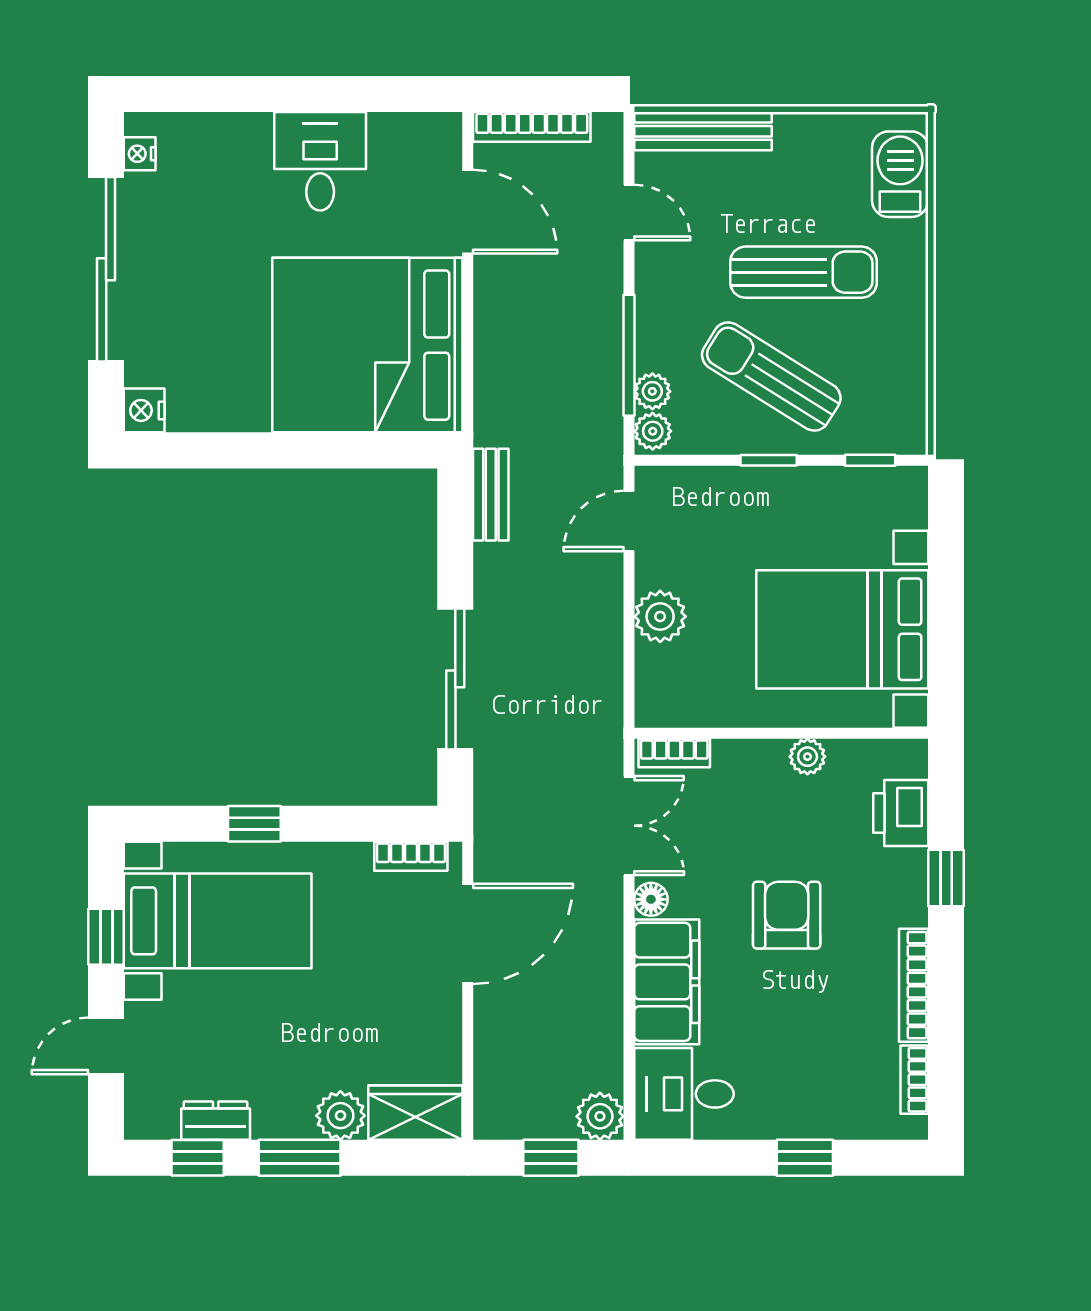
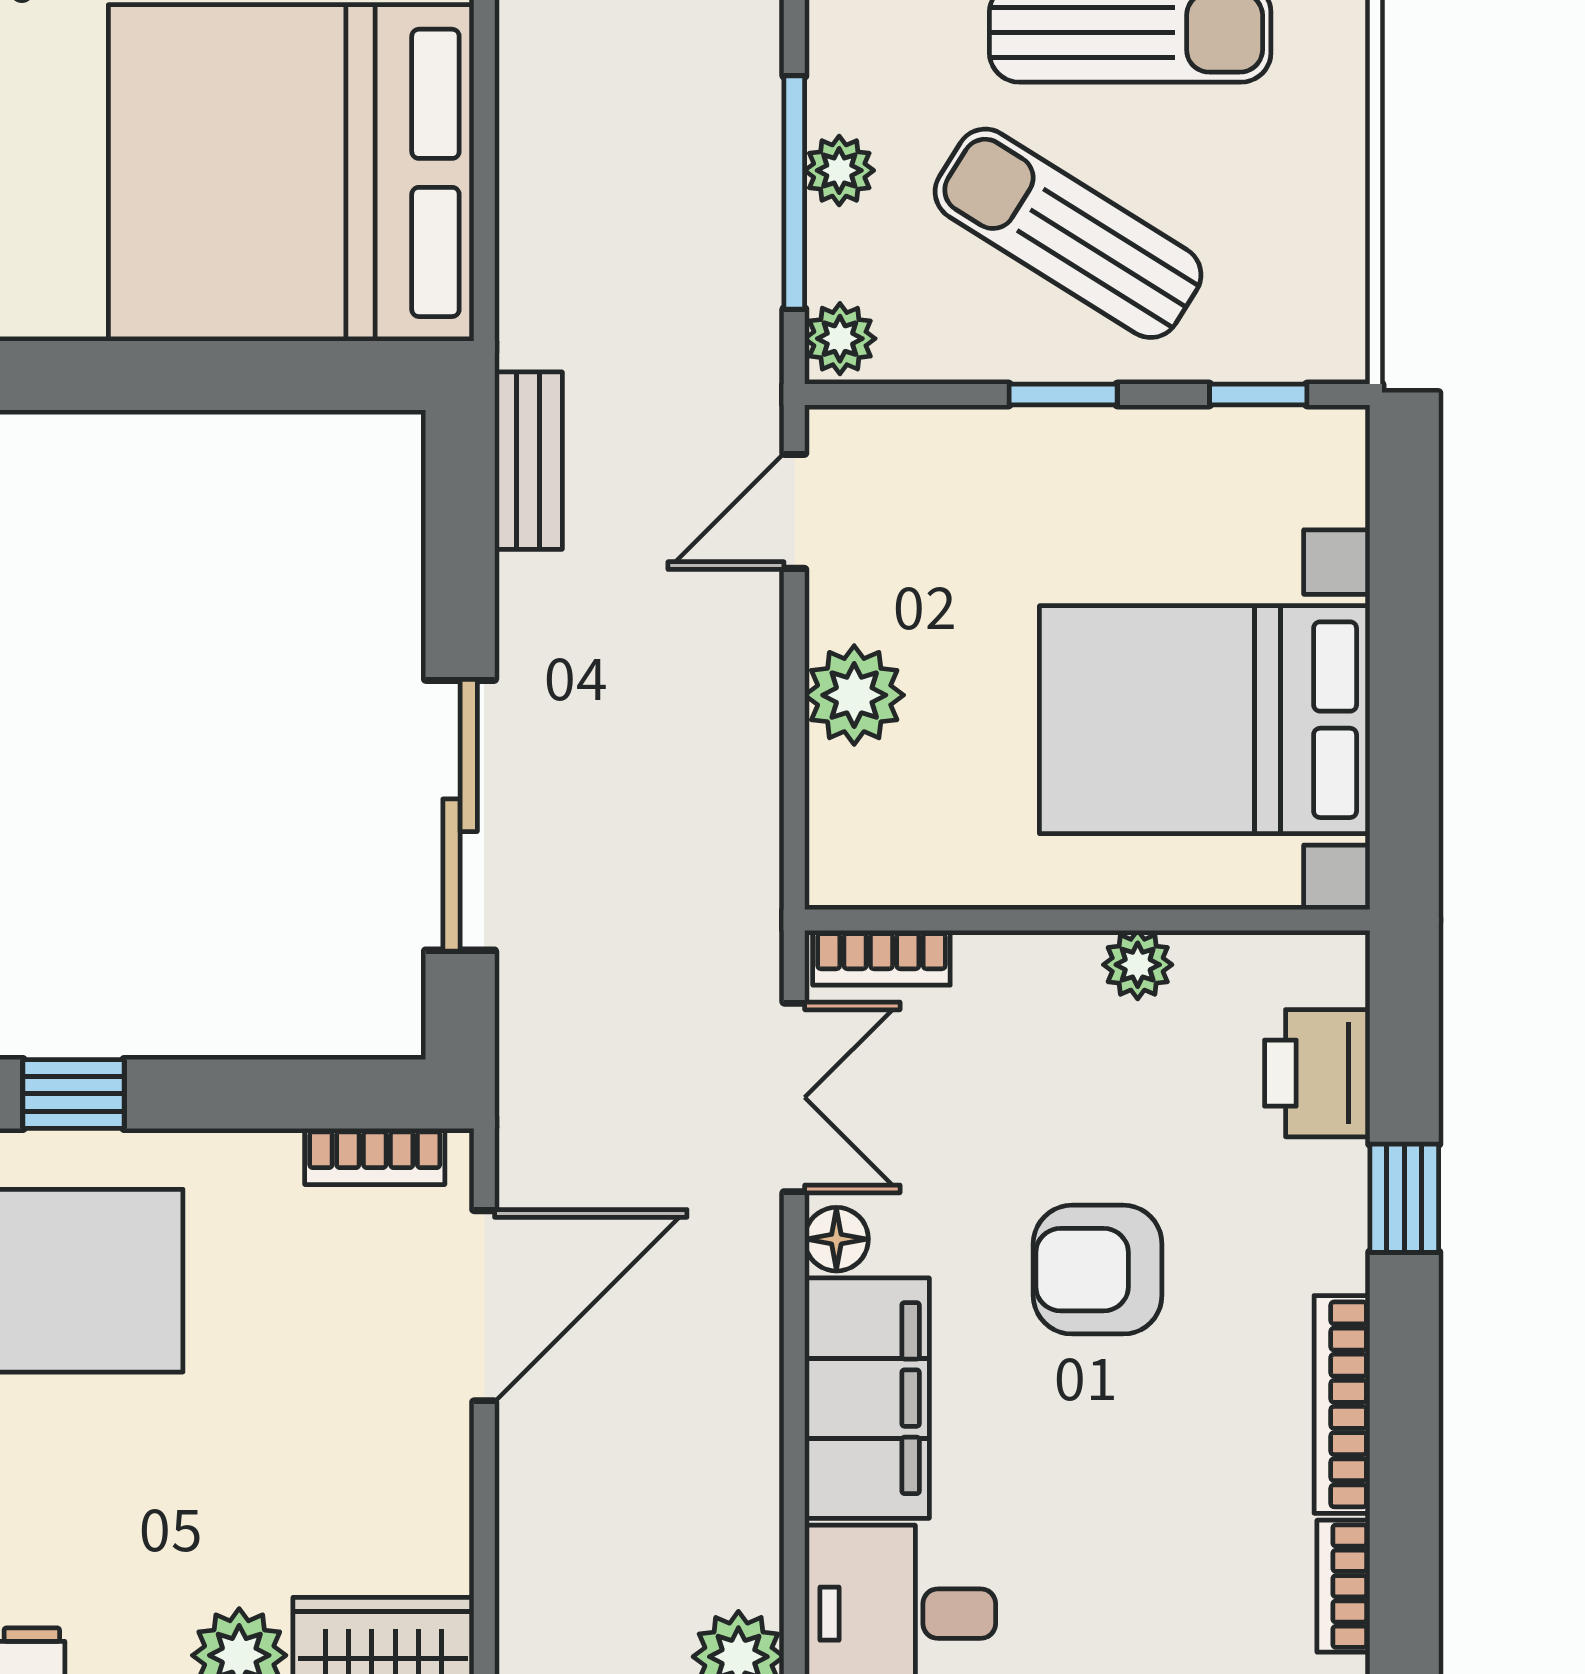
plant: (652, 391) -> (839, 170), moved
armchair: (787, 915) -> (1098, 1270), turned -90

